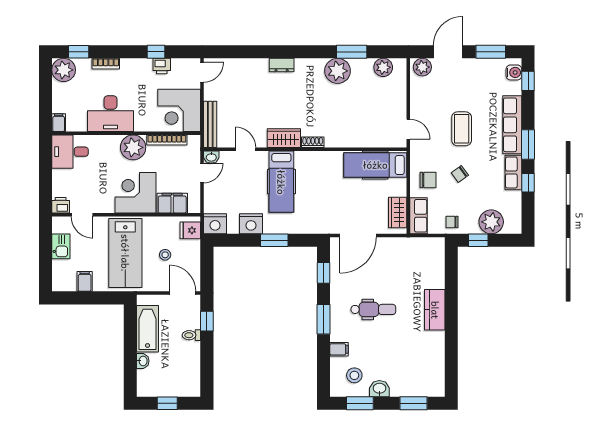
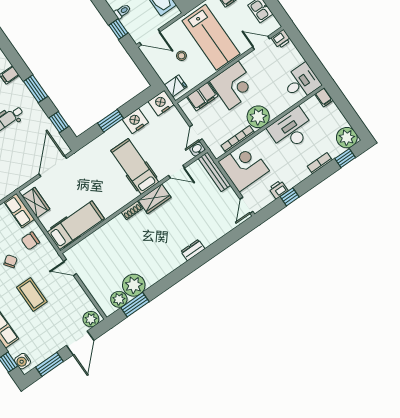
window: (352, 52) -> (135, 305), moved
plant: (338, 71) -> (134, 285), moved
lab bench: (125, 253) -> (211, 37), turned 180

